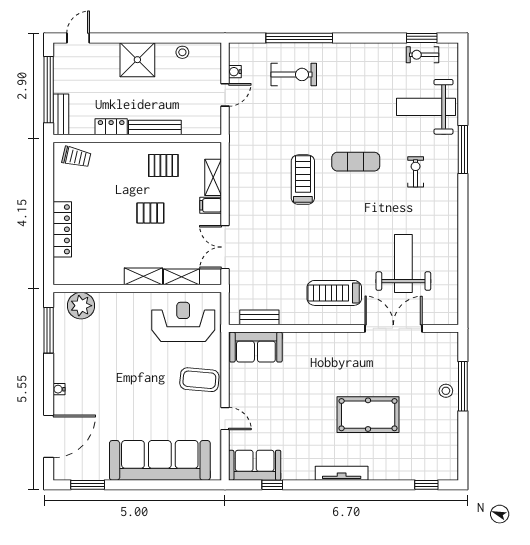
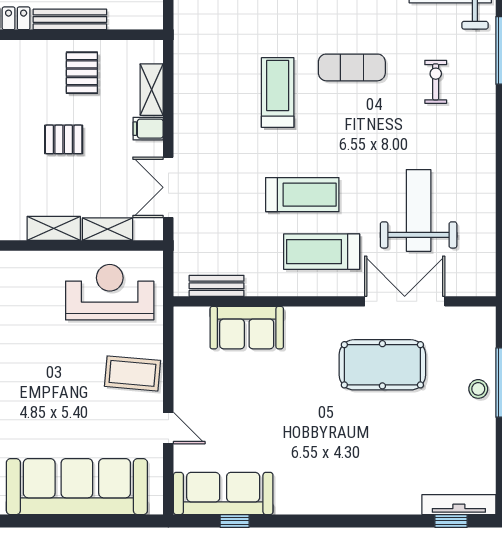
pallet: (163, 165) -> (82, 73), turned 90
treadmill: (320, 252) -> (302, 195), added
sofa: (256, 347) -> (247, 328), moved
pool table: (368, 415) -> (382, 365), moved
sofa: (255, 465) -> (223, 493), width x1.36
tv unit: (342, 473) -> (459, 505), moved

